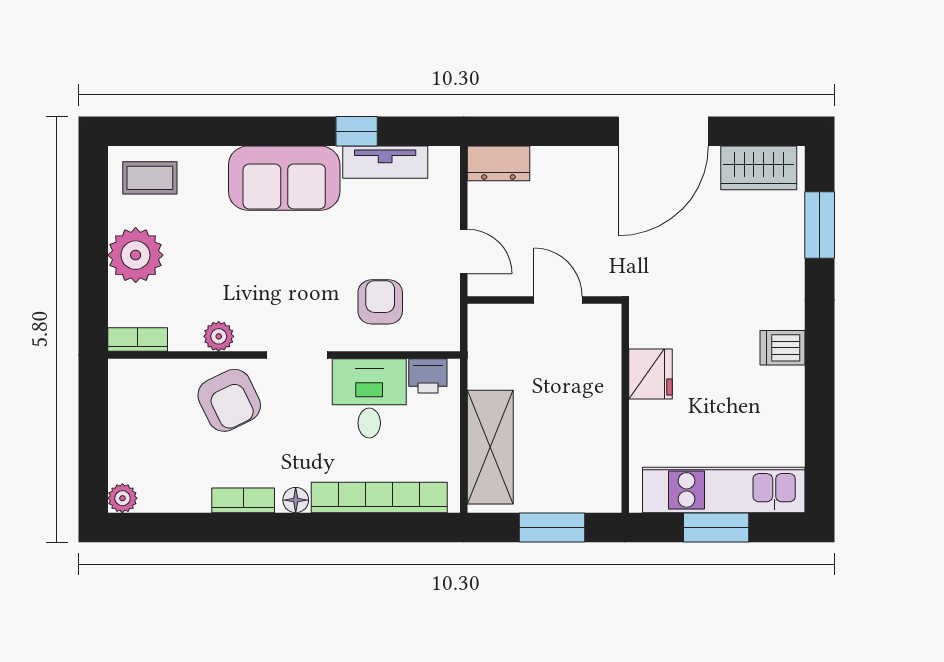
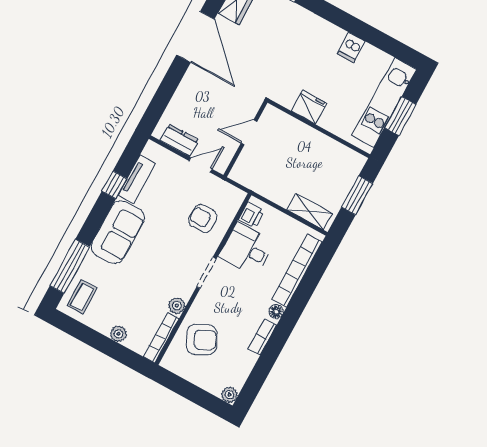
window: (188, 131) -> (70, 266), added
dresser: (498, 163) -> (179, 140), moved, turned -90
plant: (136, 255) -> (119, 334), width x0.53, depth x0.53
bookcase: (138, 340) -> (161, 337), width x1.56
dishwasher: (783, 348) -> (351, 48), moved
armchair: (229, 400) -> (202, 340), moved
shelving: (490, 447) -> (310, 212), width x0.67, depth x0.75

